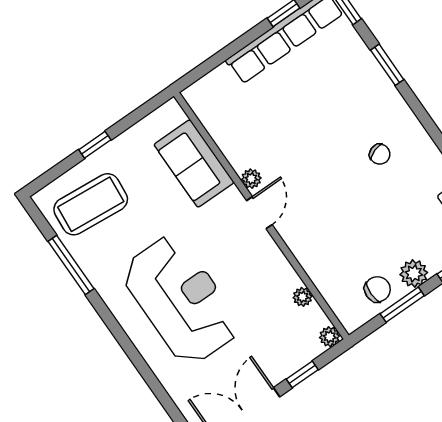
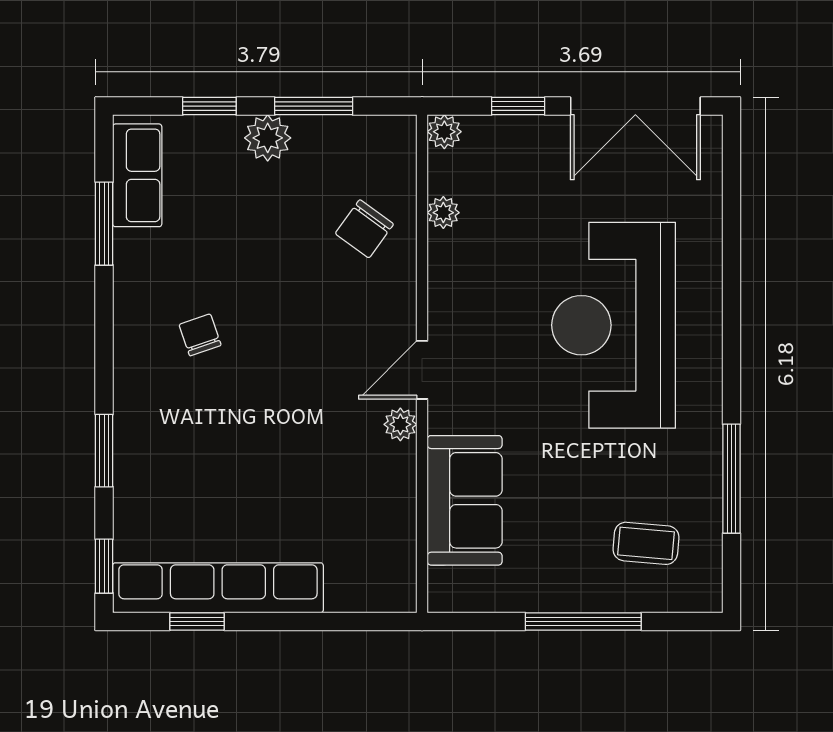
window: (95, 145) -> (583, 621), width x2.17
coffee table: (91, 204) -> (646, 543), width x0.54, depth x0.58
chair: (377, 289) -> (364, 229), moved, turned -54

